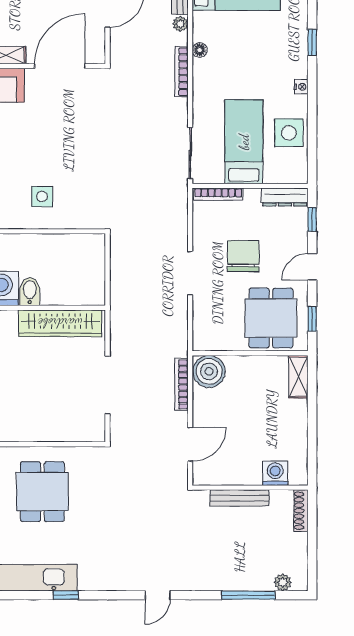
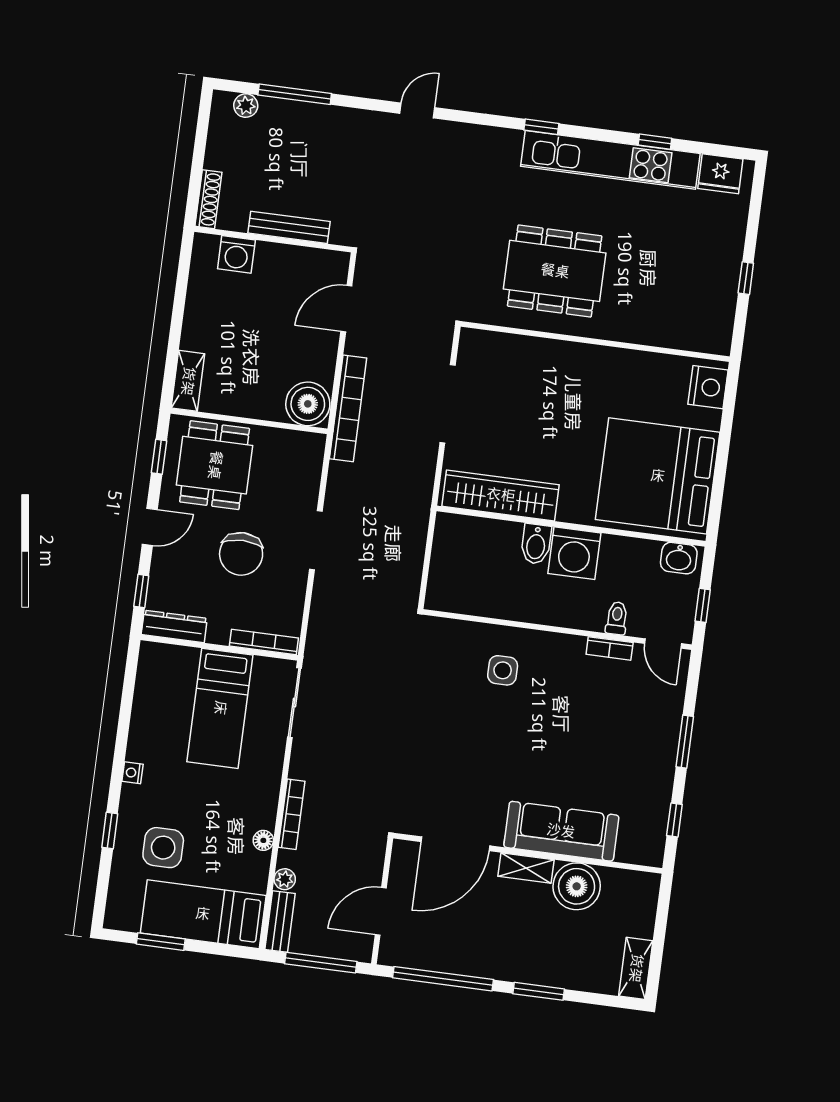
side table: (289, 133) -> (163, 848), moved
bookcase: (181, 385) -> (348, 408), width x1.48, depth x1.31
dining table: (42, 492) -> (555, 271), width x1.38

